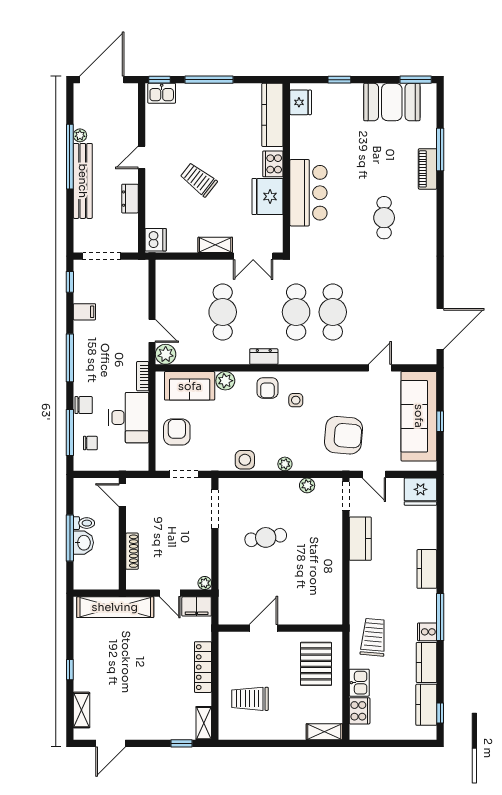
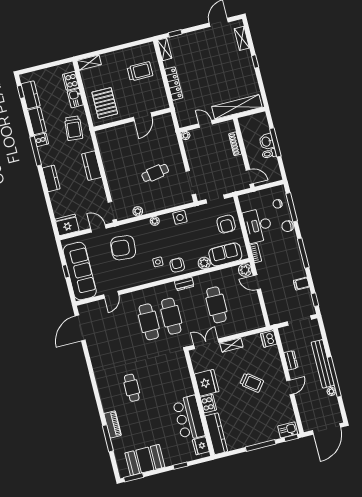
bar counter: (308, 193) -> (189, 418), moved
kitchen counter: (360, 539) -> (92, 166), moved
filing cabinet: (197, 606) -> (187, 120), removed

